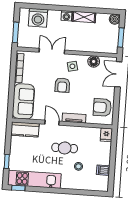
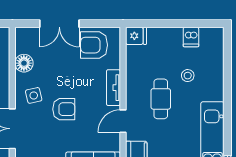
double door: (118, 74) -> (59, 24), moved
armchair: (102, 107) -> (94, 45), turned 90

